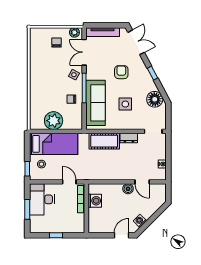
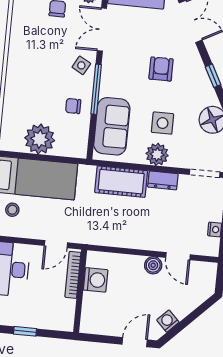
sofa: (95, 103) -> (112, 126), width x0.73
plant: (124, 123) -> (157, 154), added
door: (69, 182) -> (56, 244), swing flipped

